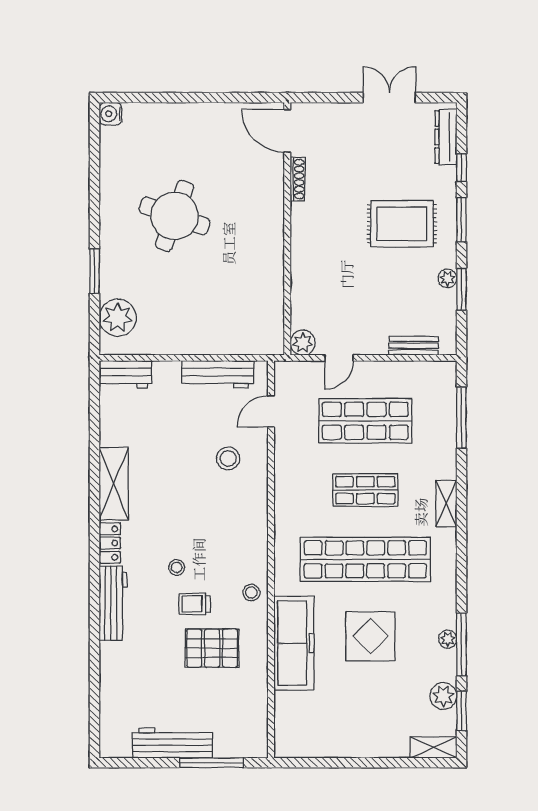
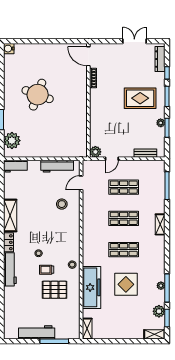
shop shelf: (365, 421) -> (124, 187), width x0.70, depth x0.74
shop shelf: (365, 559) -> (124, 250), width x0.50, depth x0.74
shelving: (284, 735) -> (87, 329), added

